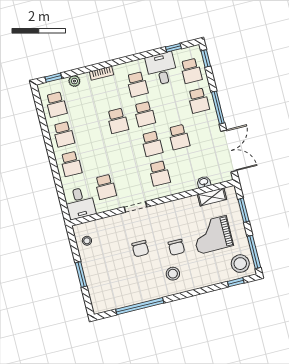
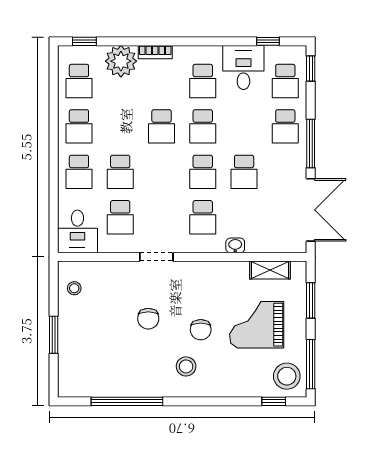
plant: (74, 81) -> (121, 61), width x1.87, depth x1.87
school desk: (98, 157) -> (120, 172), added
washbasin: (204, 182) -> (235, 245), moved

